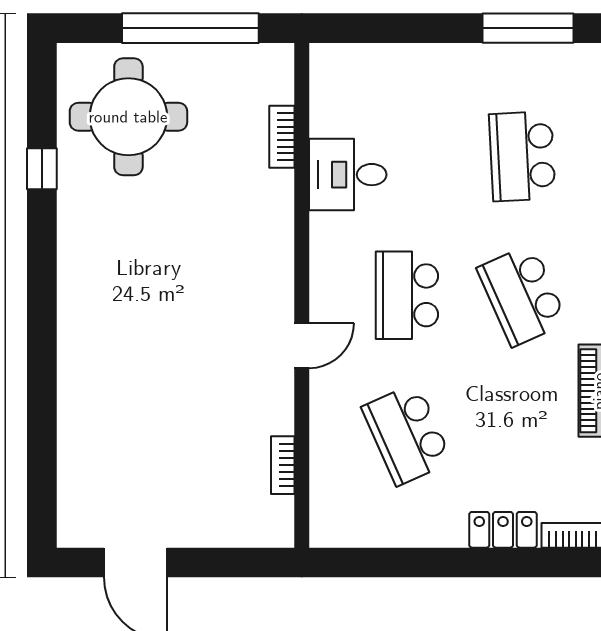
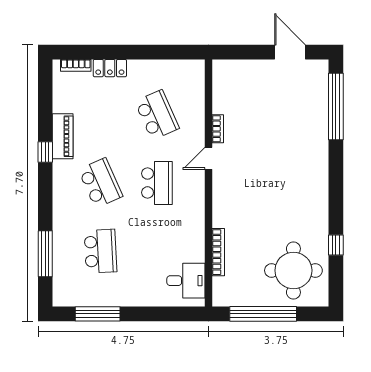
bookcase: (282, 137) -> (218, 252), width x1.56
desk: (348, 175) -> (186, 281), moved
window: (42, 451) -> (336, 107), added
bookcase: (283, 465) -> (218, 129), moved

